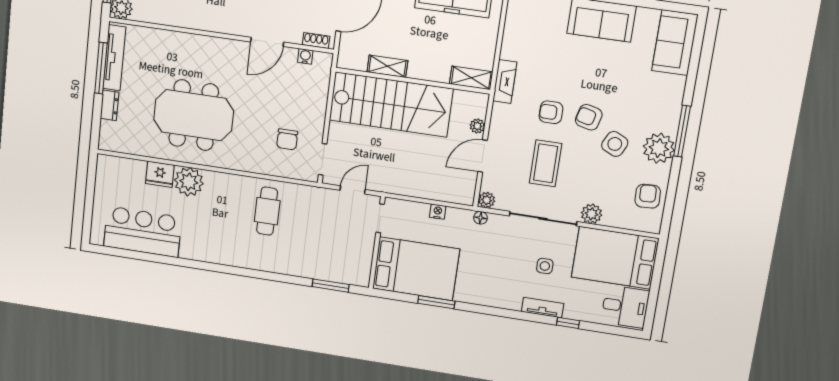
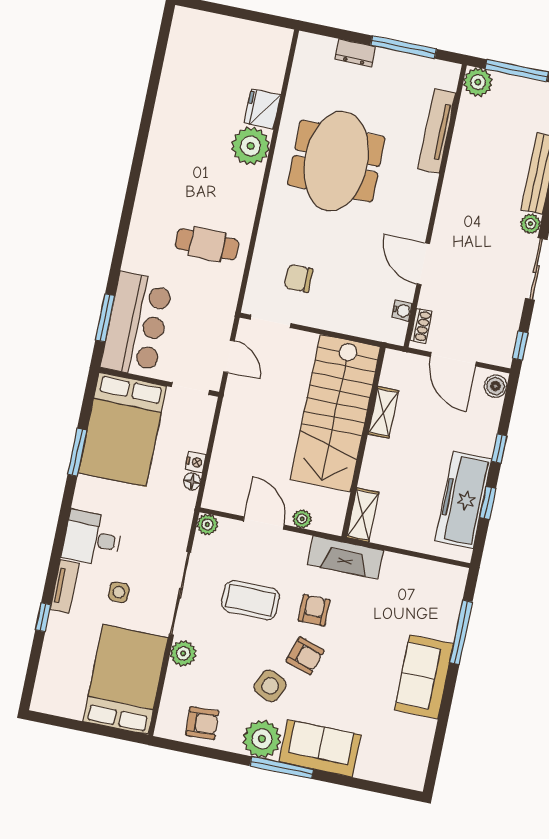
sofa: (675, 43) -> (320, 748), moved
tv unit: (114, 58) -> (437, 131), moved, turned 90
fireplace: (505, 82) -> (345, 557), width x1.37, depth x1.32
armchair: (589, 117) -> (305, 656), turned 94
floor lamp: (481, 218) -> (192, 482), moved
bar counter: (143, 232) -> (137, 324), moved
desk: (625, 306) -> (92, 539), moved, turned 90

